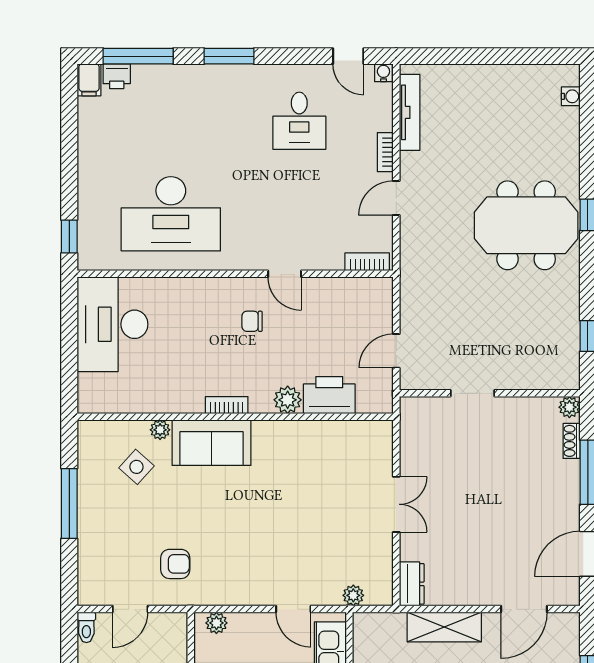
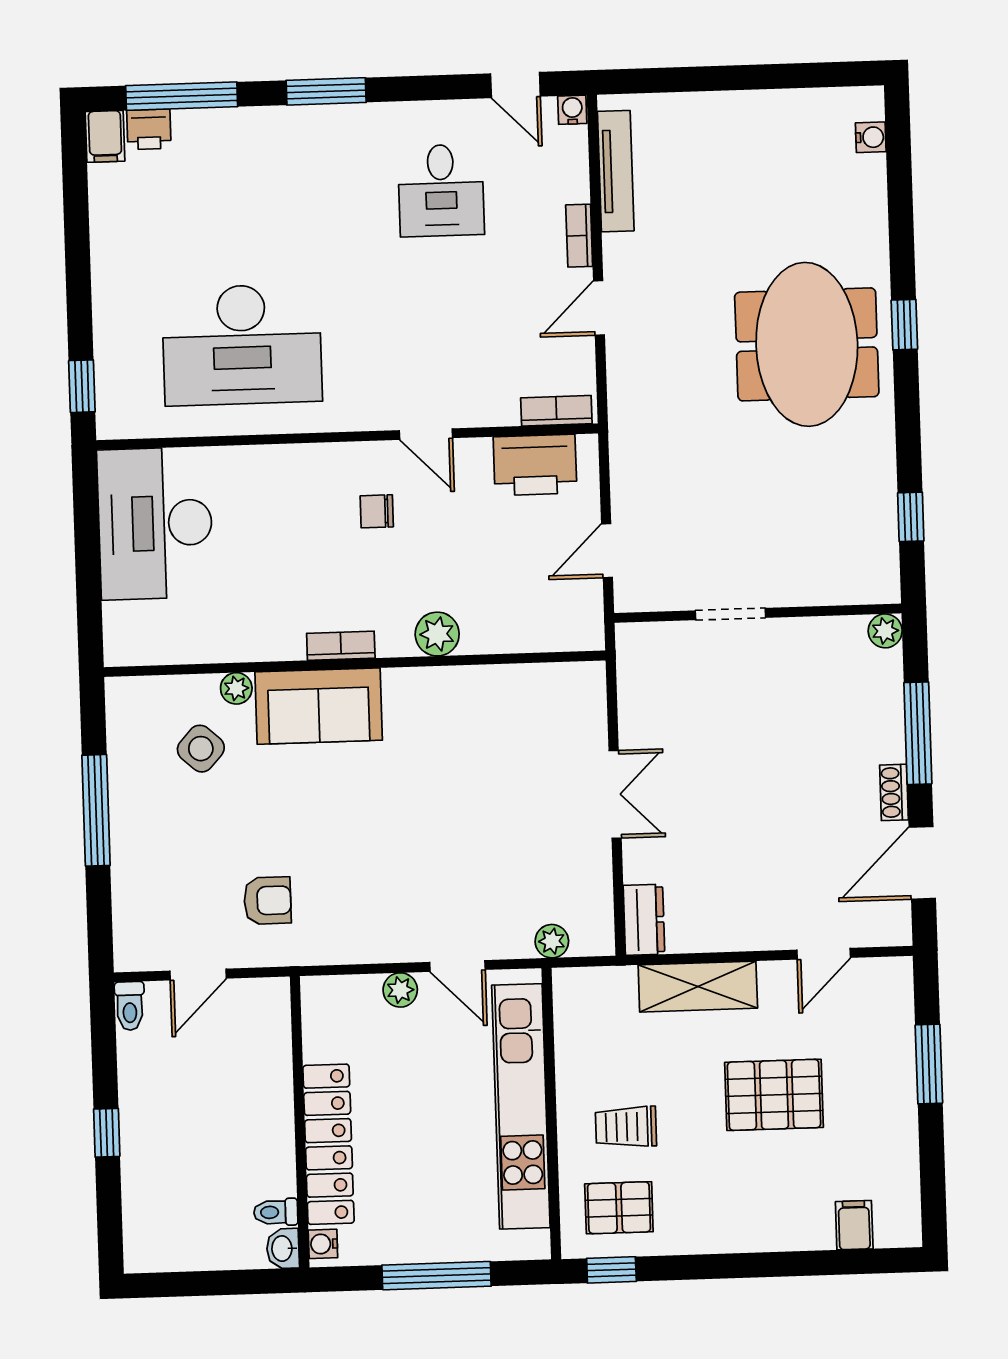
meeting table: (526, 225) -> (807, 344), turned 90
printer: (329, 395) -> (535, 465), moved, turned 180
shoe rack: (572, 441) -> (894, 792), moved
door: (524, 609) -> (824, 954), width x0.73
plant: (216, 623) -> (400, 990), moved

